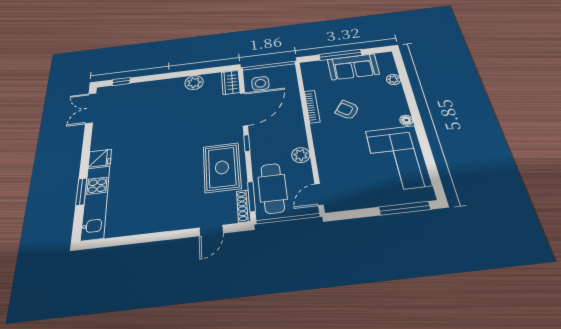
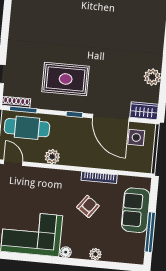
window: (340, 55) -> (150, 232), moved
sofa: (353, 67) -> (136, 210), moved
plant: (393, 80) -> (95, 254), moved
rug: (222, 167) -> (66, 79), moved

